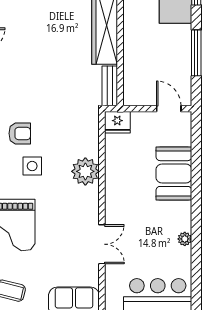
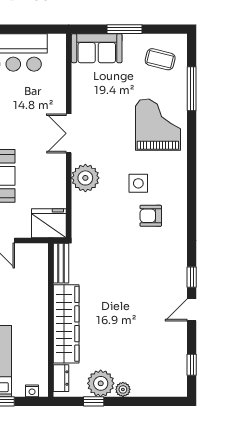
fridge: (117, 122) -> (49, 223), width x1.36, depth x1.34
double door: (102, 244) -> (69, 133), moved

